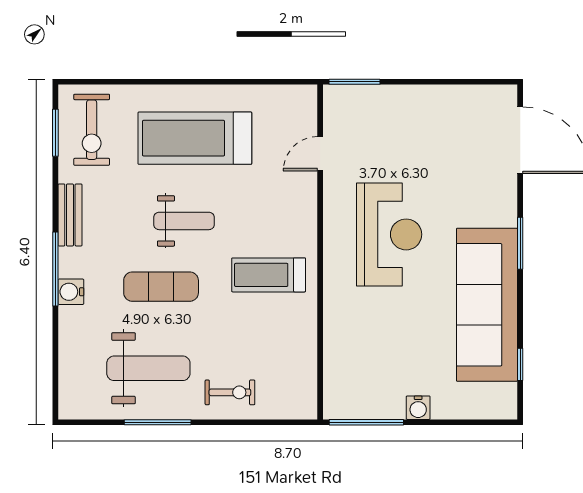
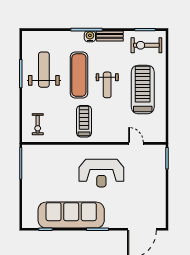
exercise mat: (161, 287) -> (79, 75), width x1.36, depth x1.45
water cooler: (71, 292) -> (90, 36), moved
weight bench: (148, 368) -> (44, 70), turned 180
exercise bike: (230, 392) -> (38, 124), moved
water cooler: (418, 408) -> (27, 186), removed

